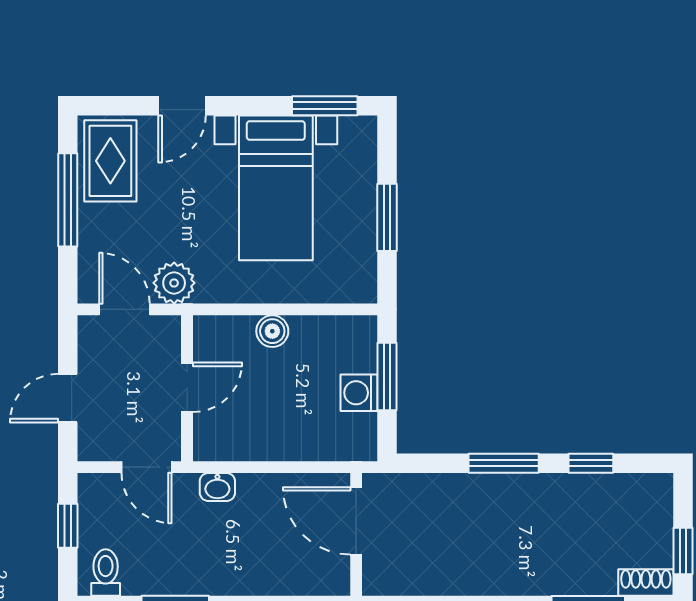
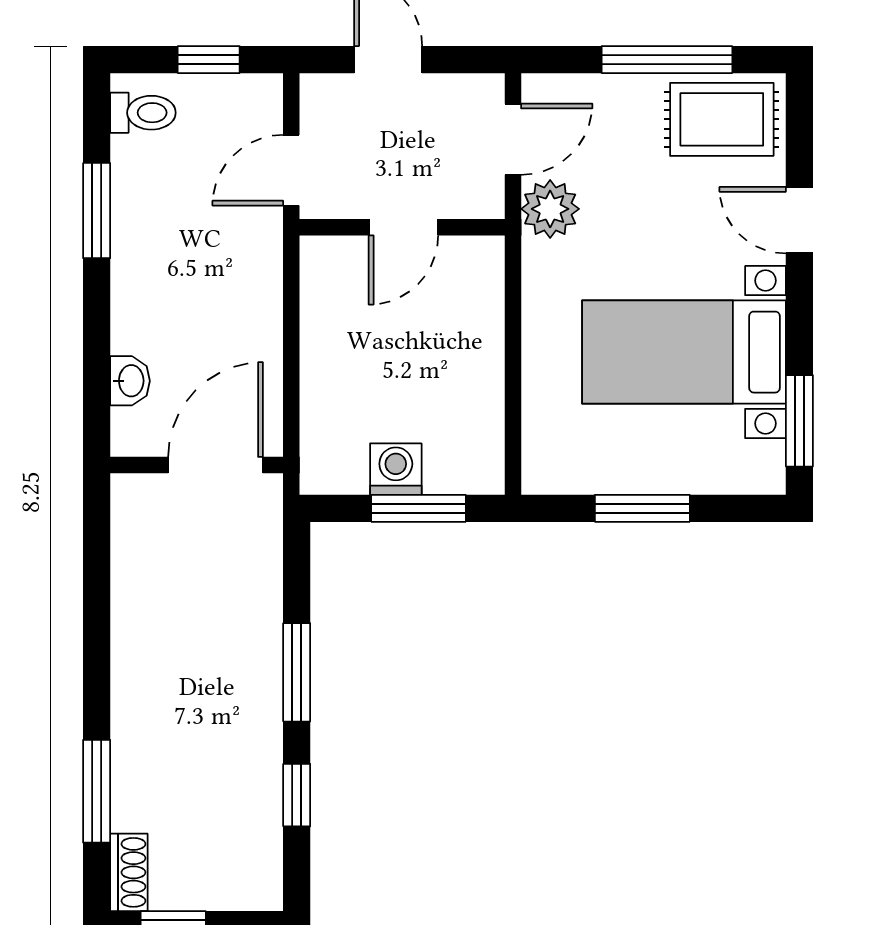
boiler: (272, 331) -> (482, 347), removed
door: (187, 387) -> (403, 227), hinge flipped
washbasin: (217, 487) -> (130, 381), moved, turned 180

